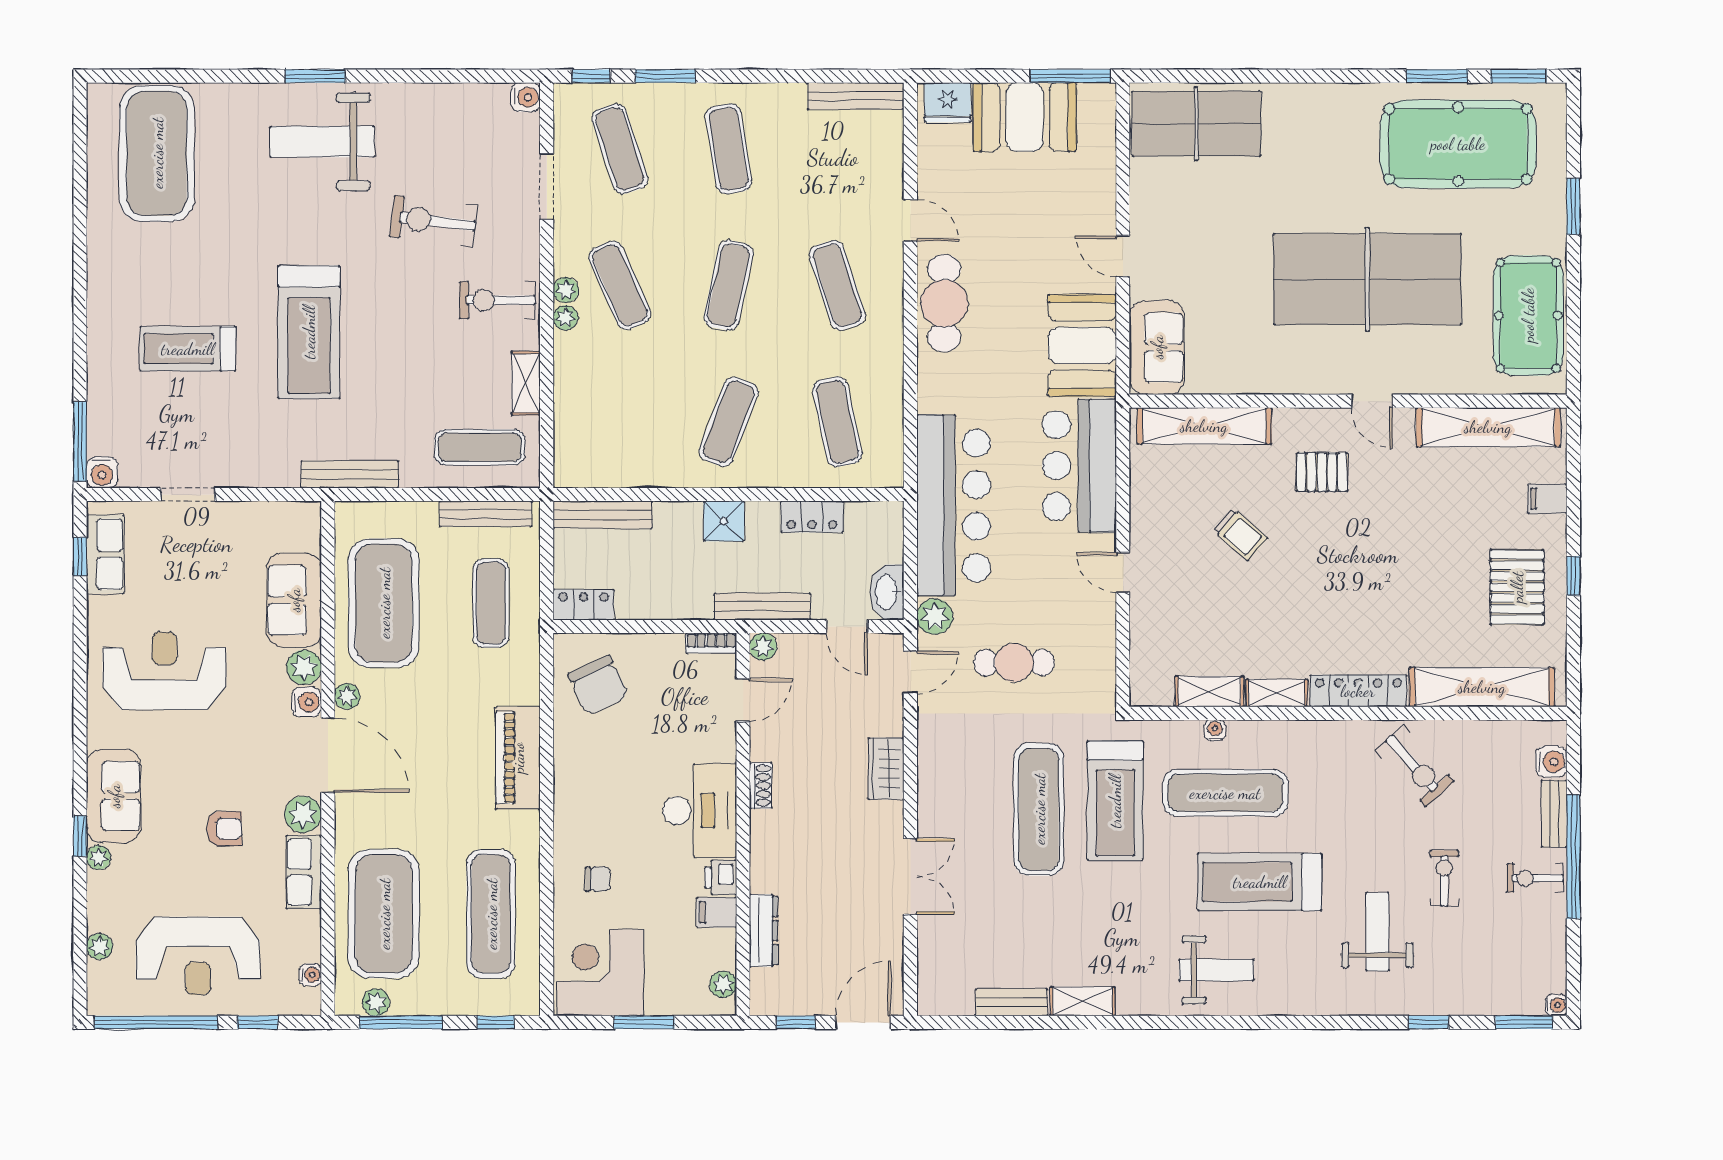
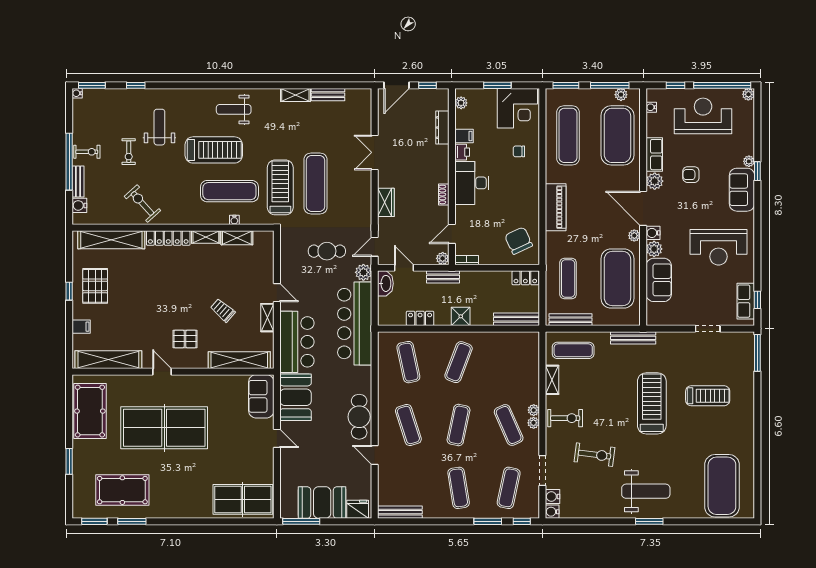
pool table: (1458, 144) -> (122, 490), width x0.73, depth x0.76
exercise mat: (620, 149) -> (509, 488), turned 30
water cooler: (102, 472) -> (552, 497), moved, turned -90
shelving: (1143, 518) -> (267, 318), added
bench: (762, 607) -> (443, 277), width x0.73
weight bench: (1377, 932) -> (159, 127), turned 180
plant: (100, 947) -> (748, 94), moved
window: (496, 1022) -> (566, 85), width x1.50

